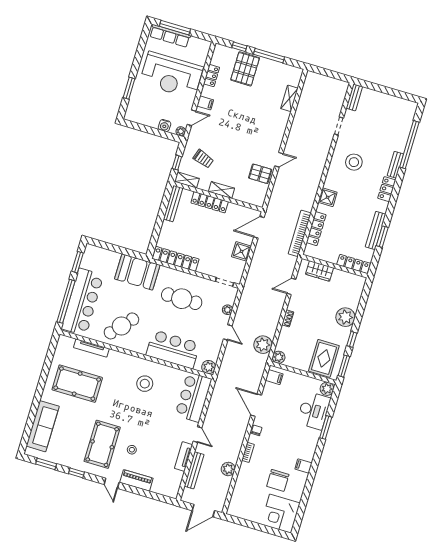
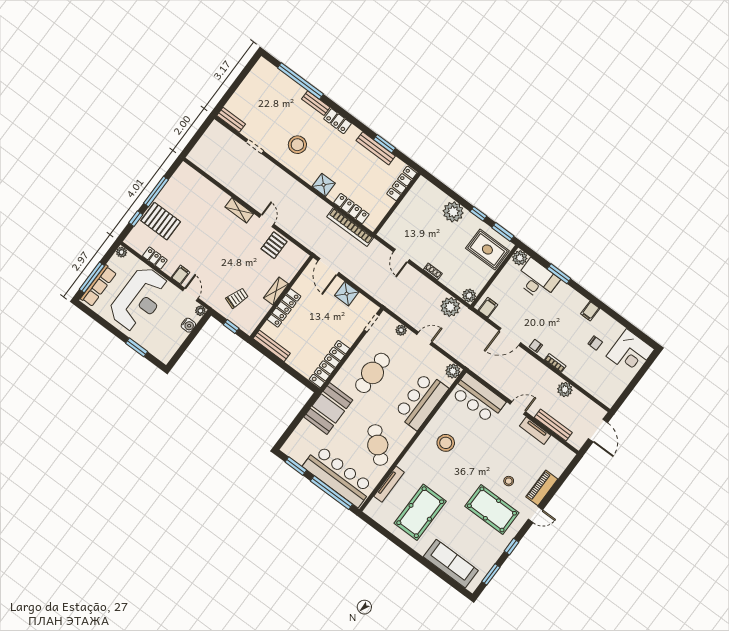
plant: (206, 45) -> (121, 252), added
shelving: (289, 98) -> (239, 210), moved
shelving: (187, 180) -> (253, 323), removed
wardrobe: (320, 271) -> (396, 221), removed
chair: (278, 480) -> (595, 343), width x0.54, depth x0.54

